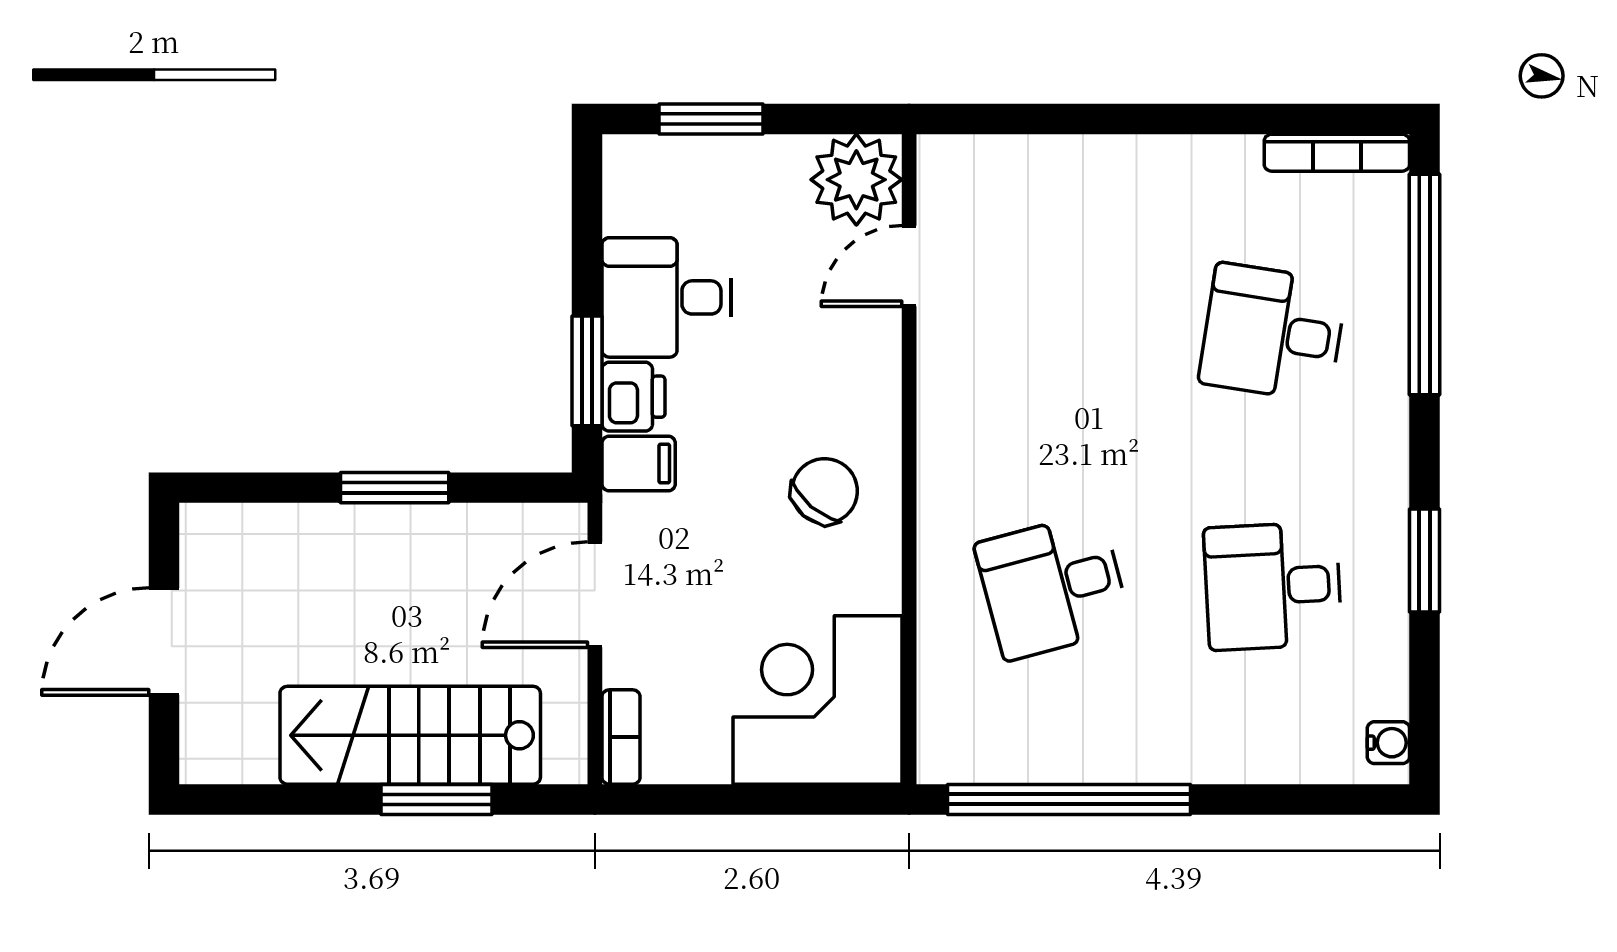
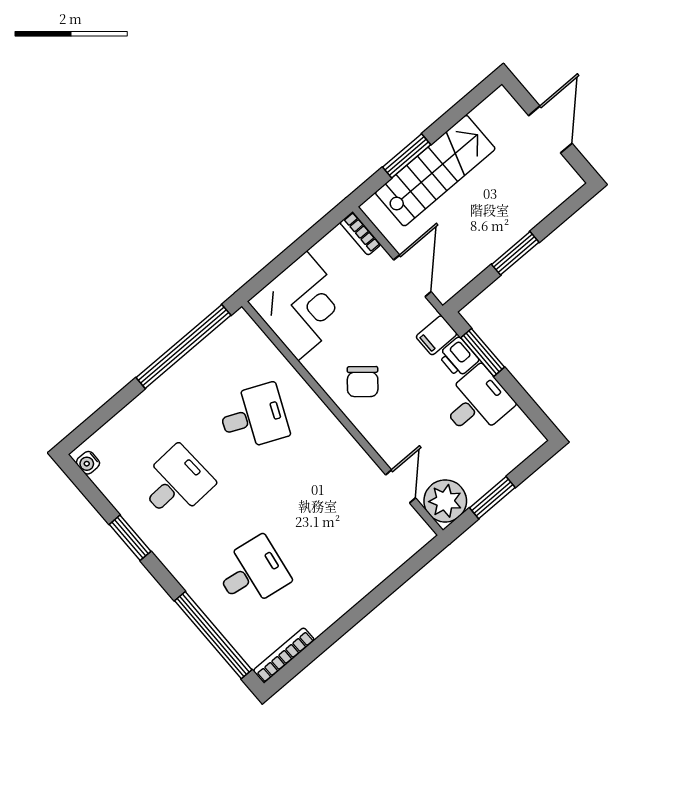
window: (711, 119) -> (492, 498), moved
desk: (1053, 586) -> (253, 417), turned 39

